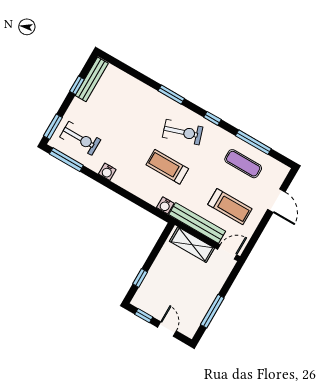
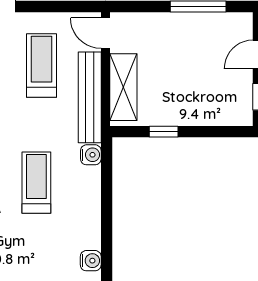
treadmill: (167, 167) -> (36, 183), turned 180
window: (140, 278) -> (164, 132), moved

